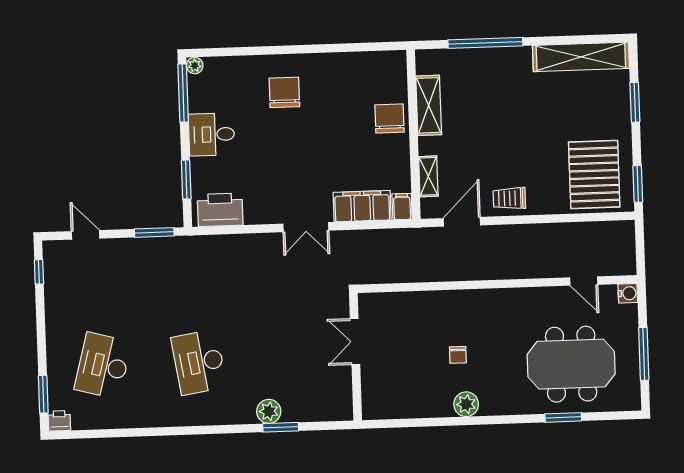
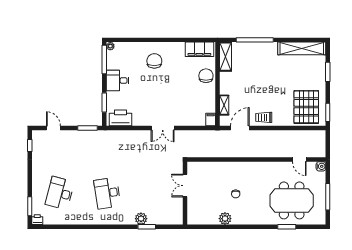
shelving: (429, 105) -> (226, 57), moved
filing cabinet: (362, 206) -> (199, 49), moved, turned 180
plant: (466, 404) -> (225, 219), moved

